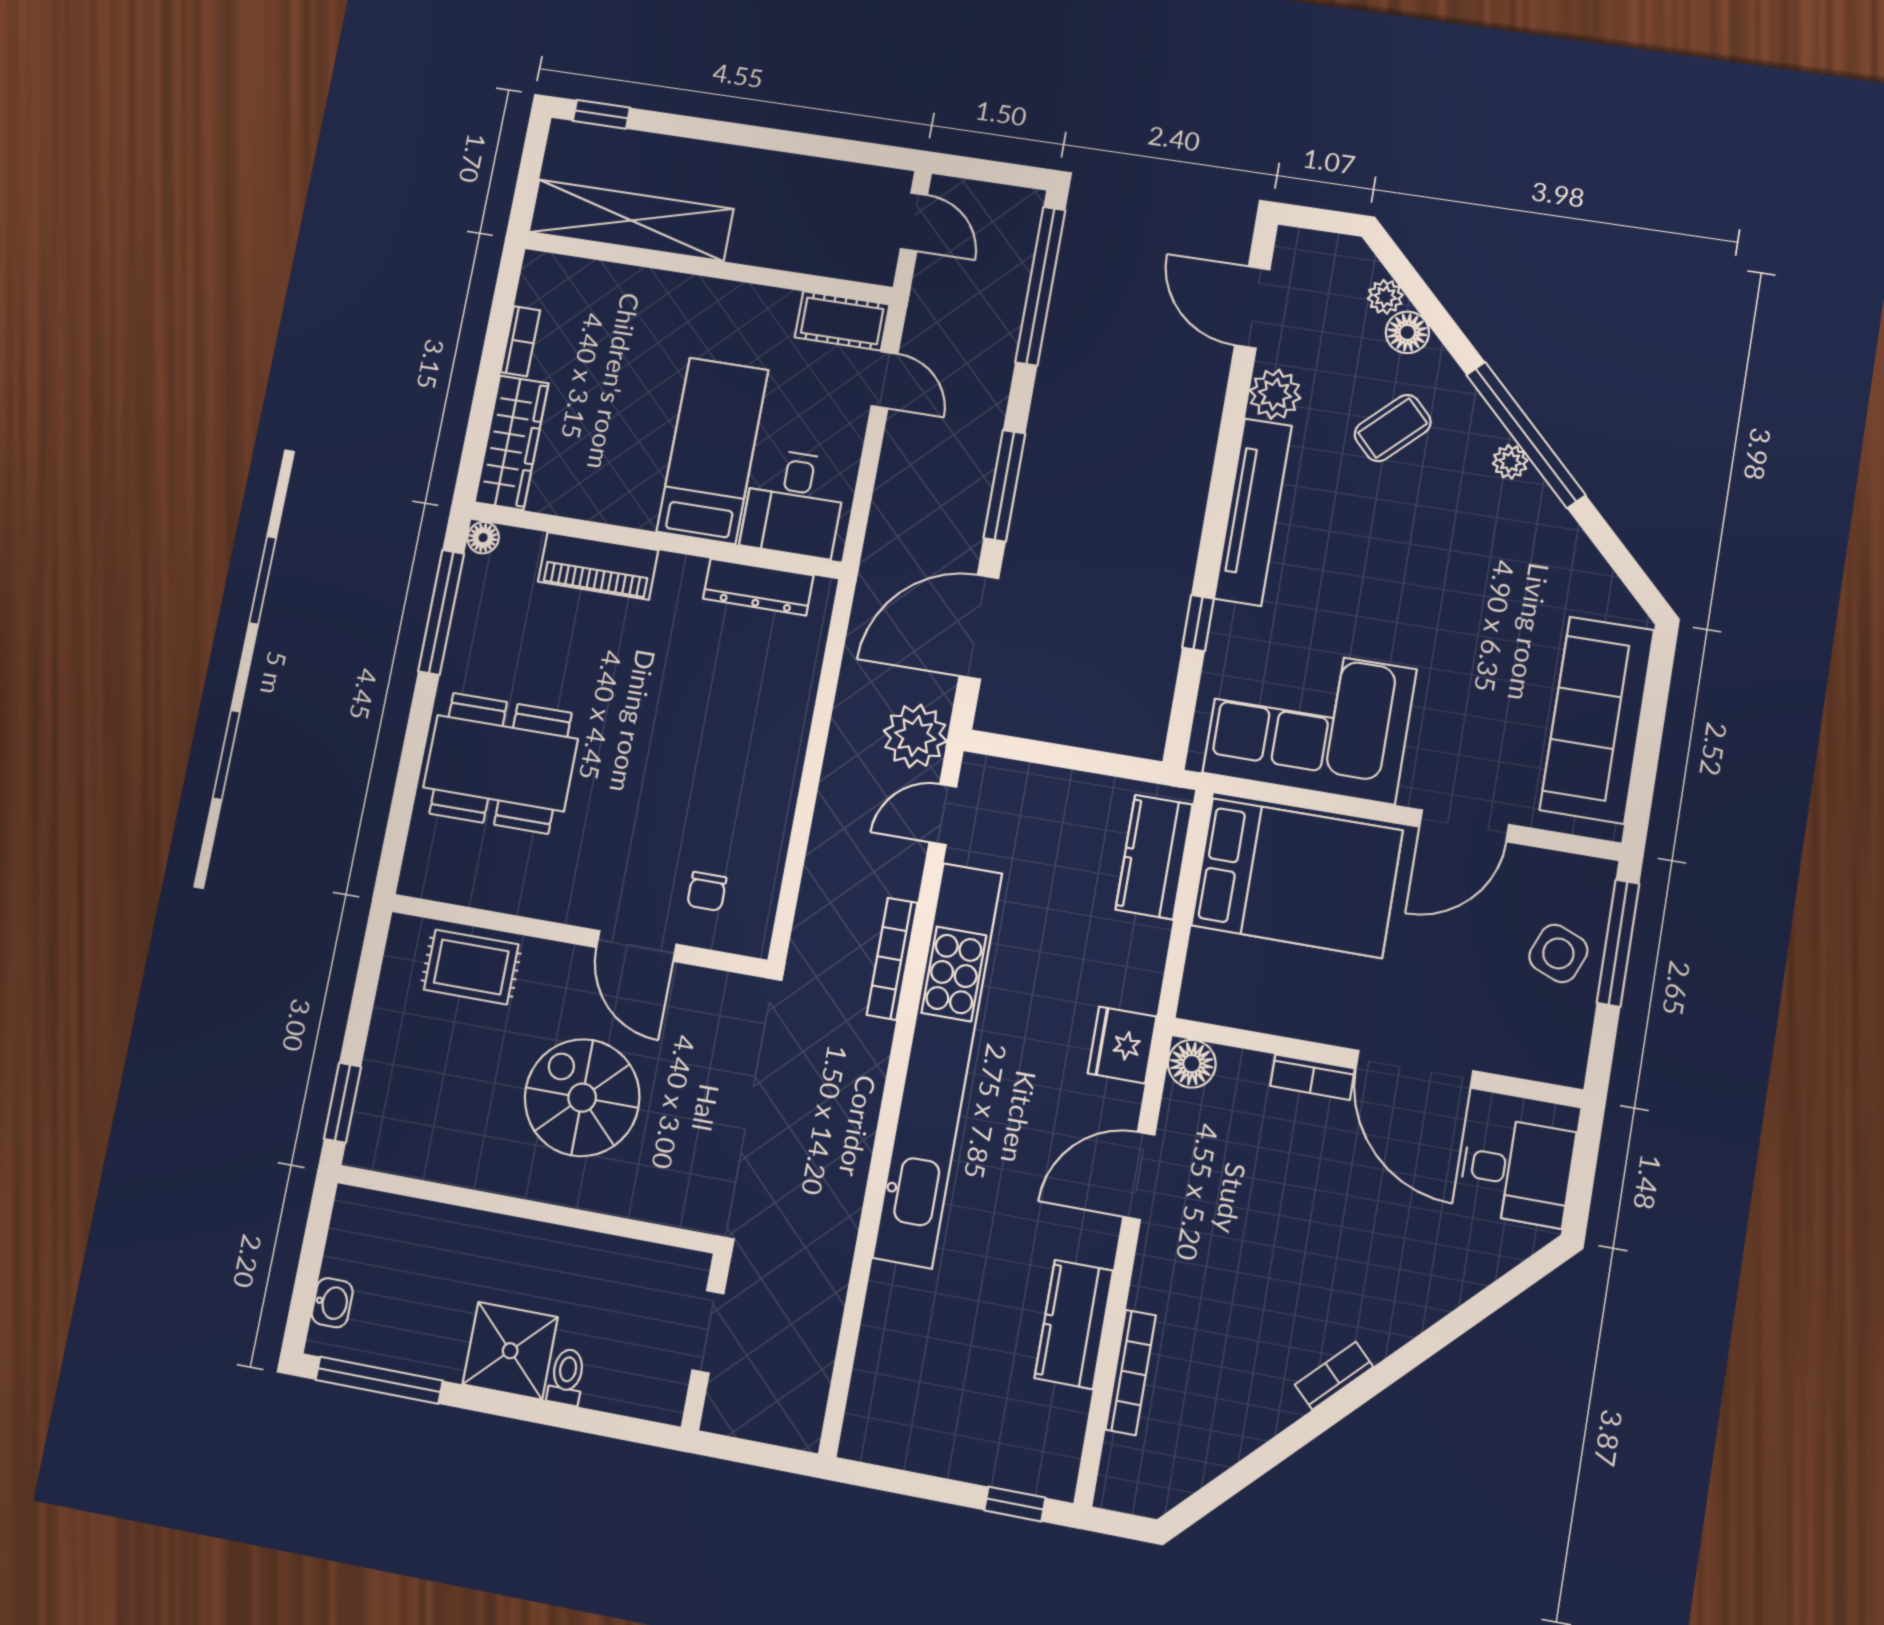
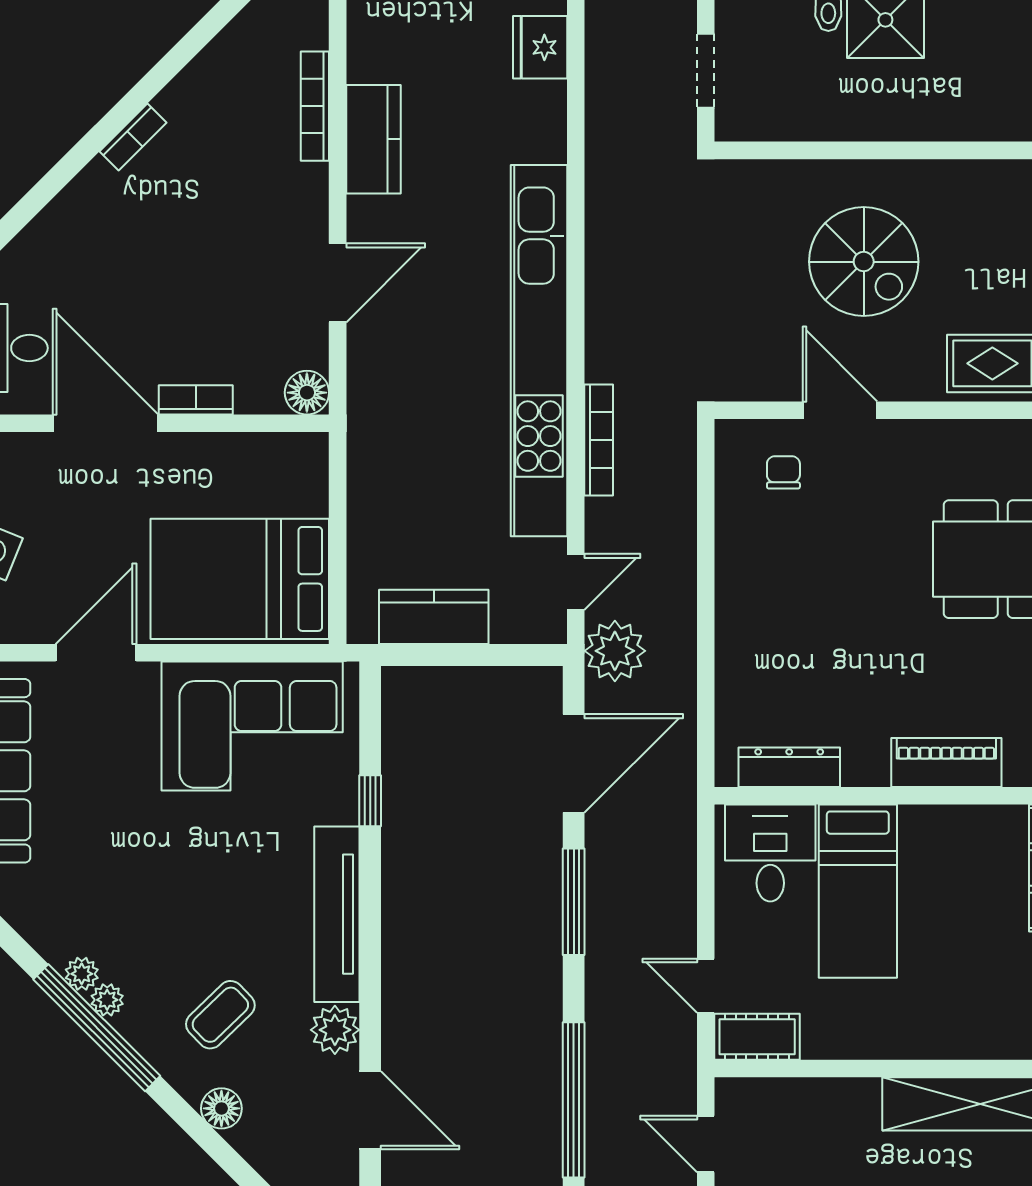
plant: (1385, 297) -> (82, 974), moved
kitchen counter: (1154, 857) -> (434, 617), moved, turned -90
fridge: (1122, 1045) -> (540, 47), moved, turned 180

